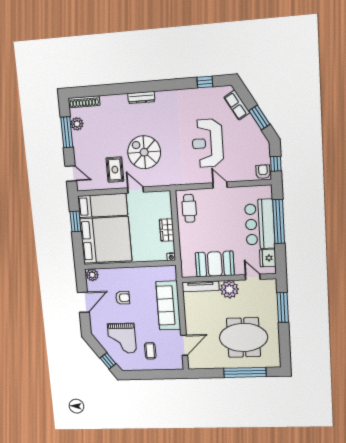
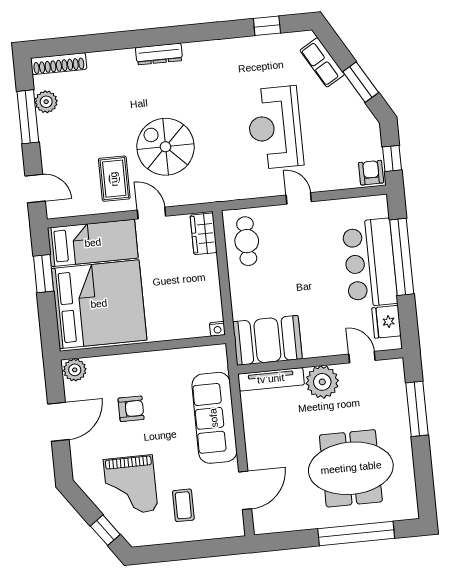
wardrobe: (167, 230) -> (204, 234), moved
booth: (215, 264) -> (267, 340), moved

